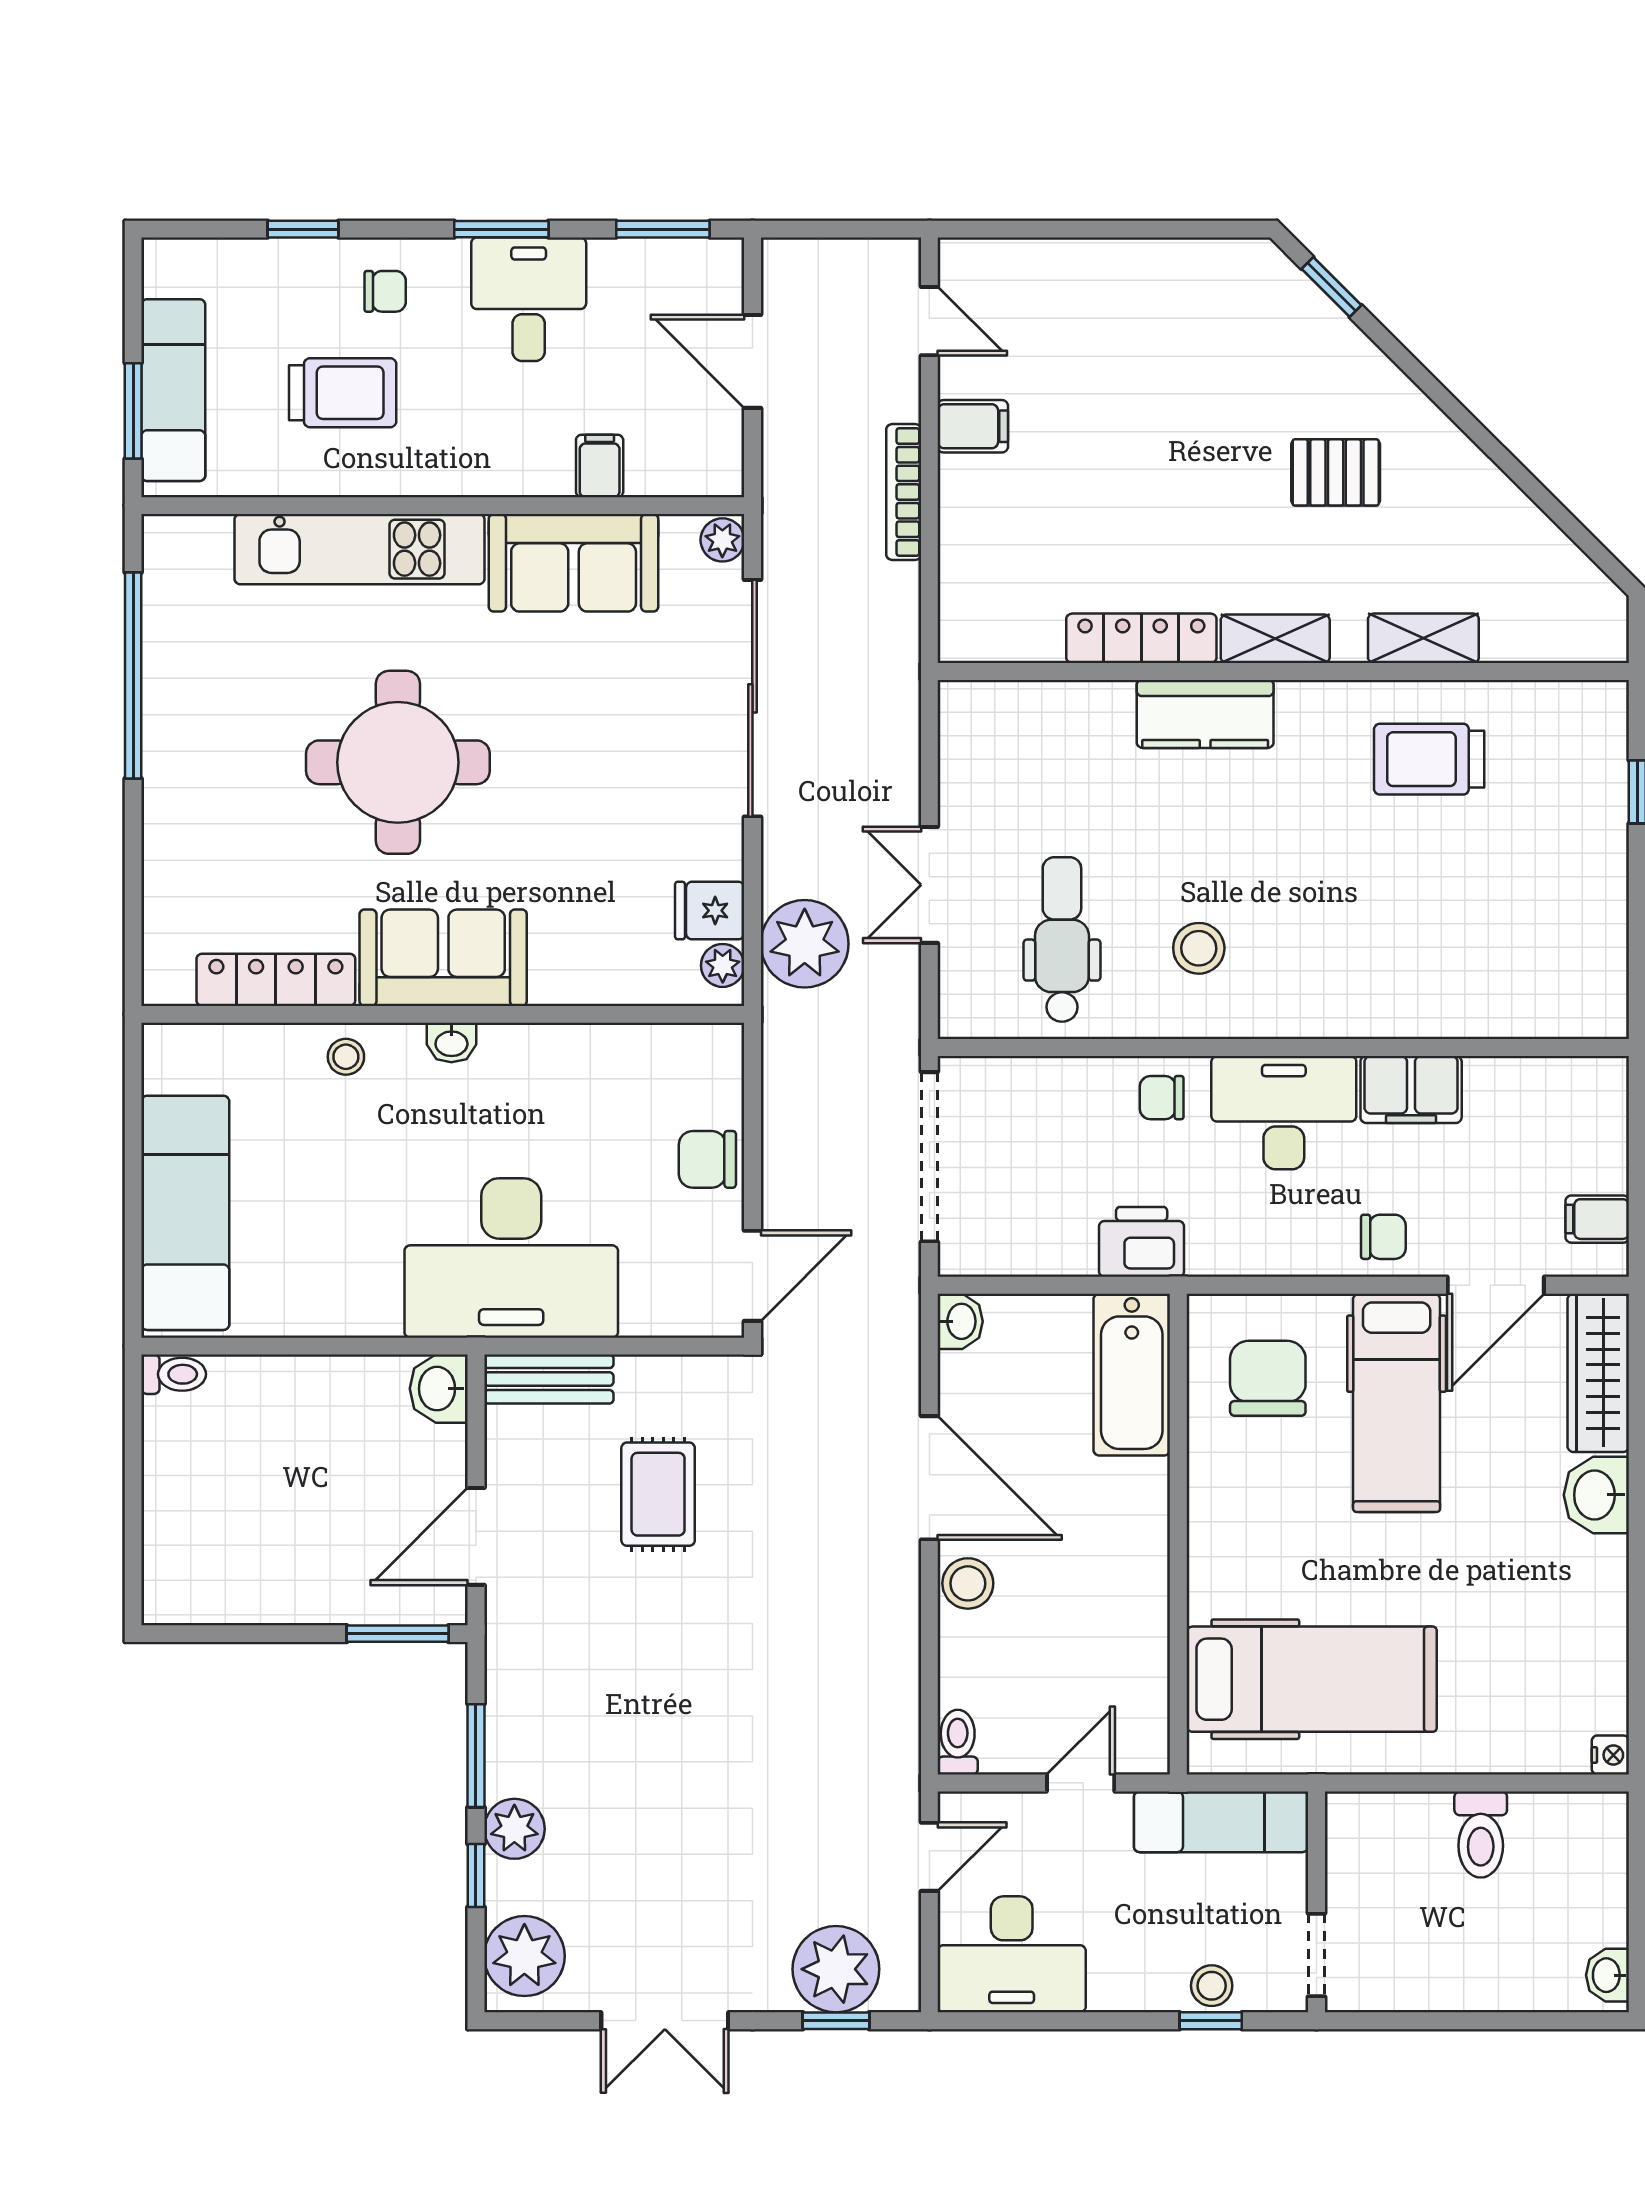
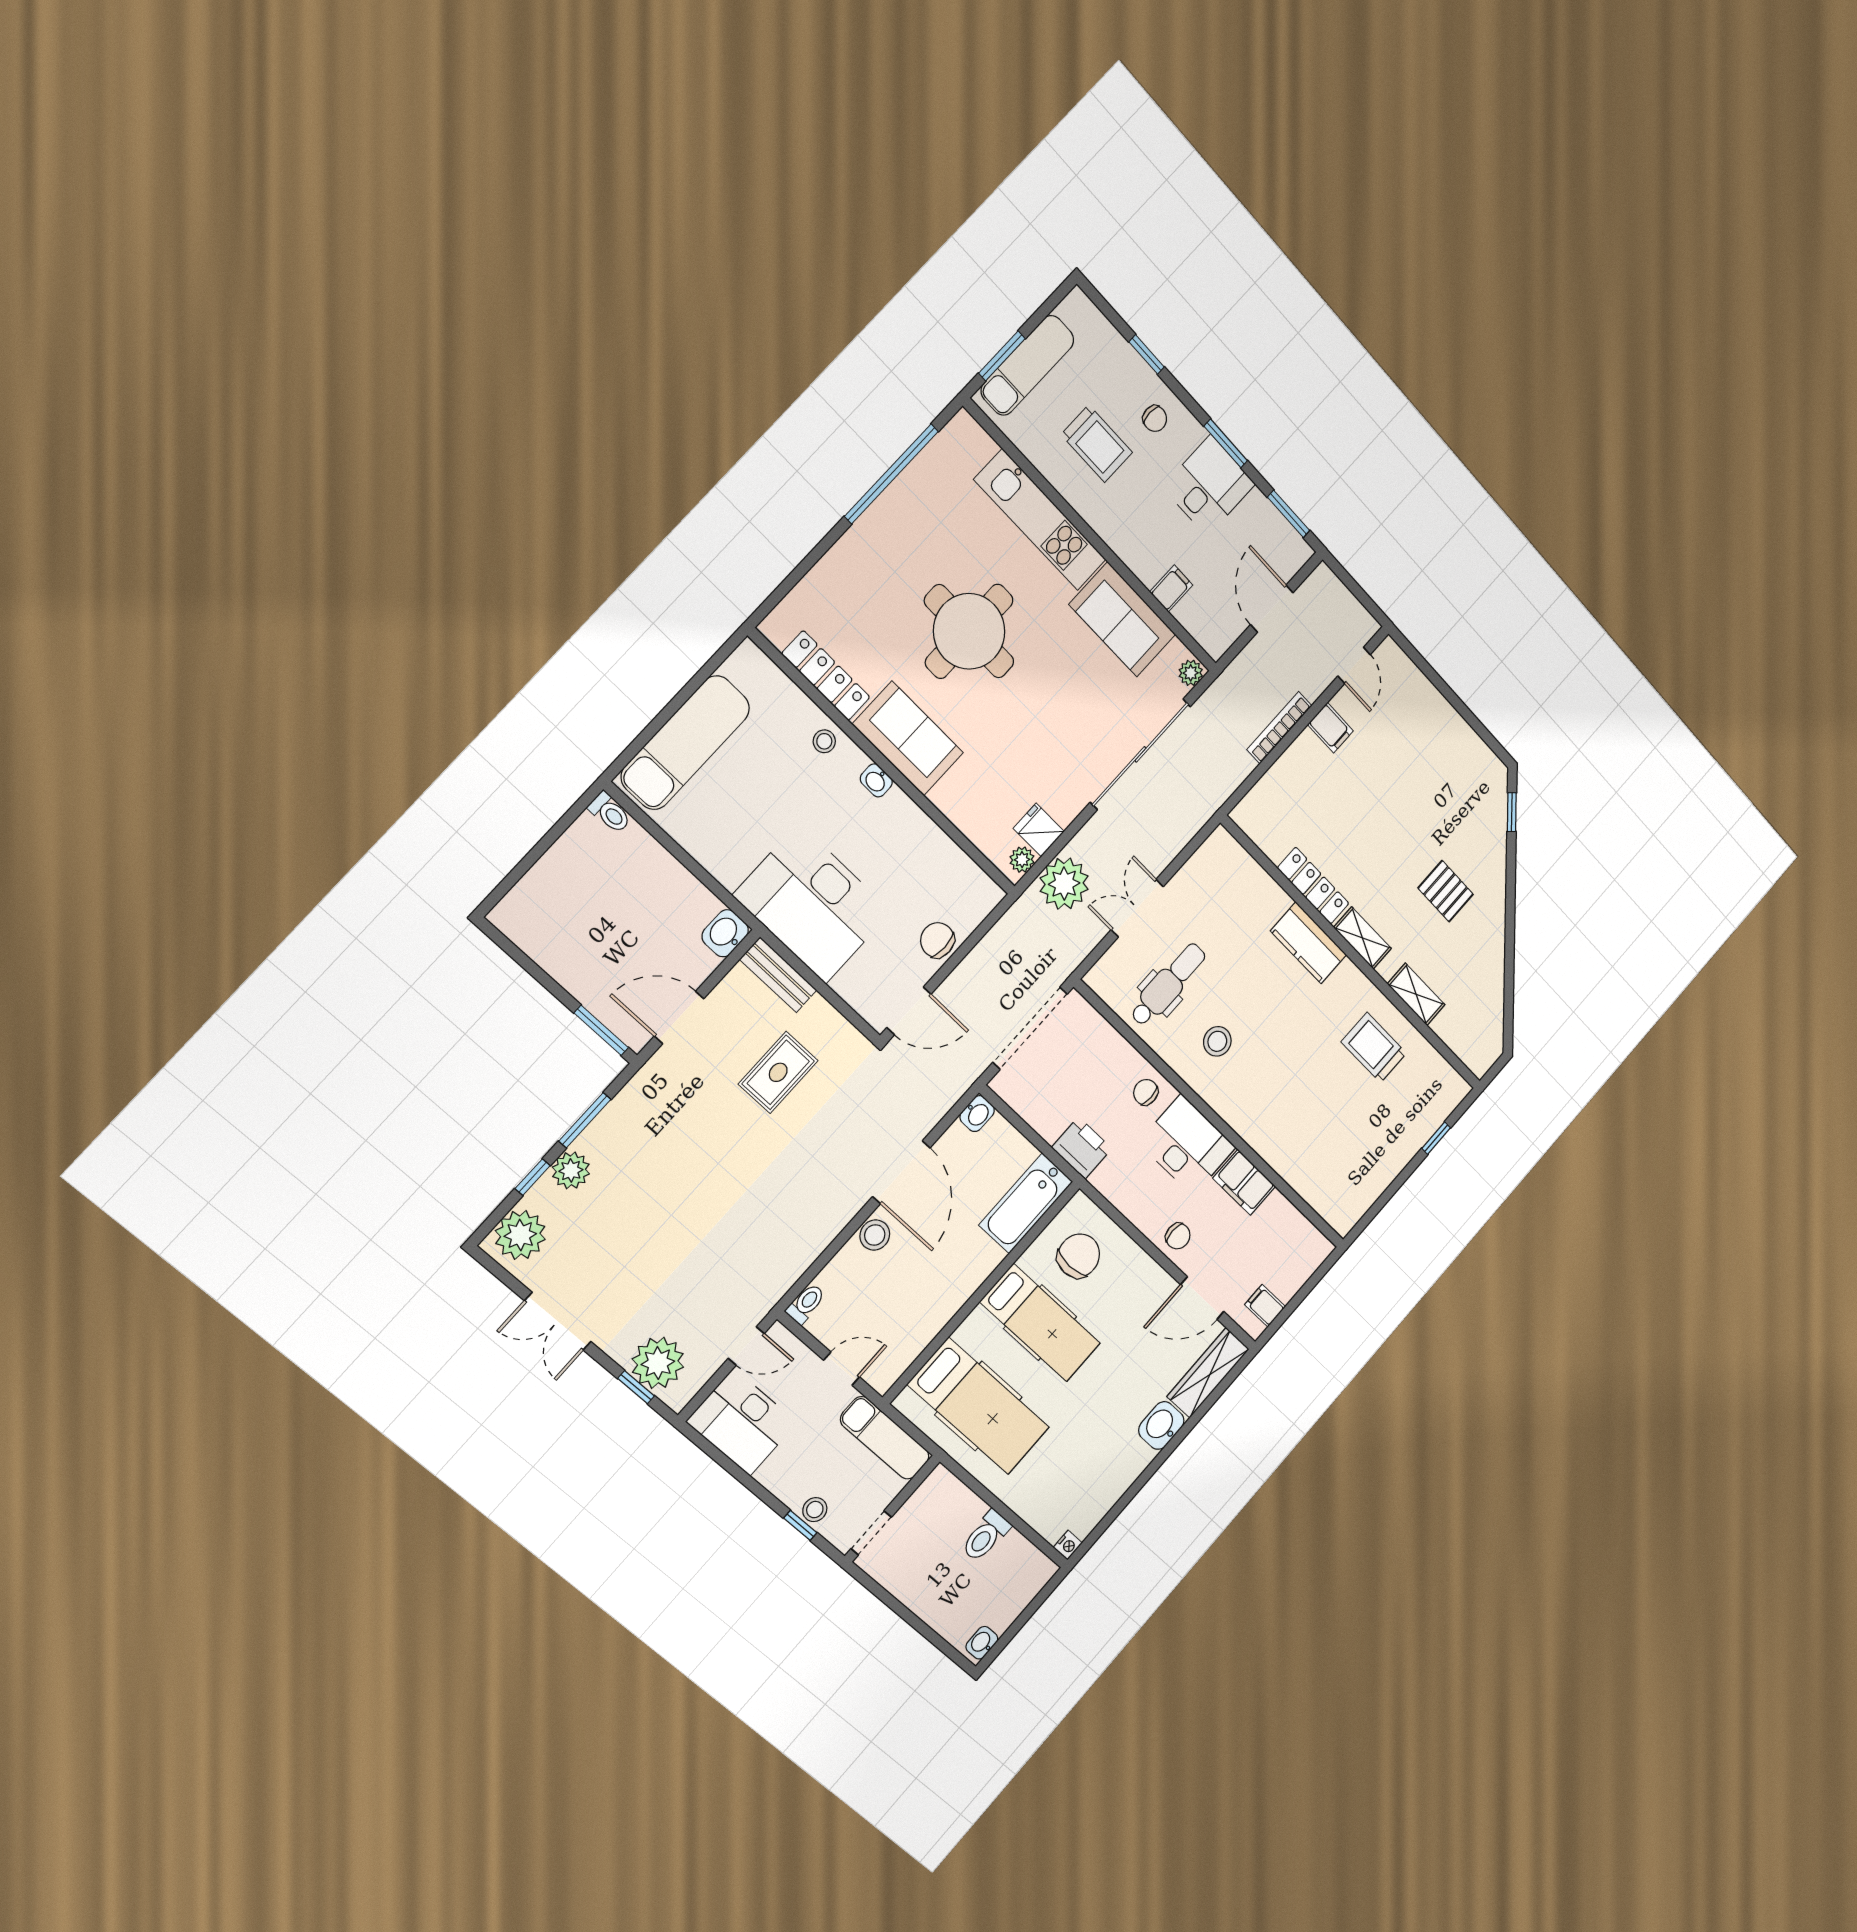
hospital bed: (1397, 1403) -> (1040, 1323), moved, turned -90

